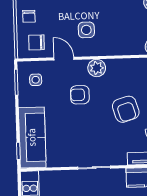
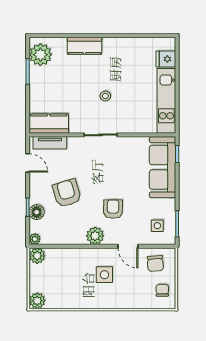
chair: (37, 42) -> (155, 263), turned 86
armchair: (80, 95) -> (113, 209), turned -89

